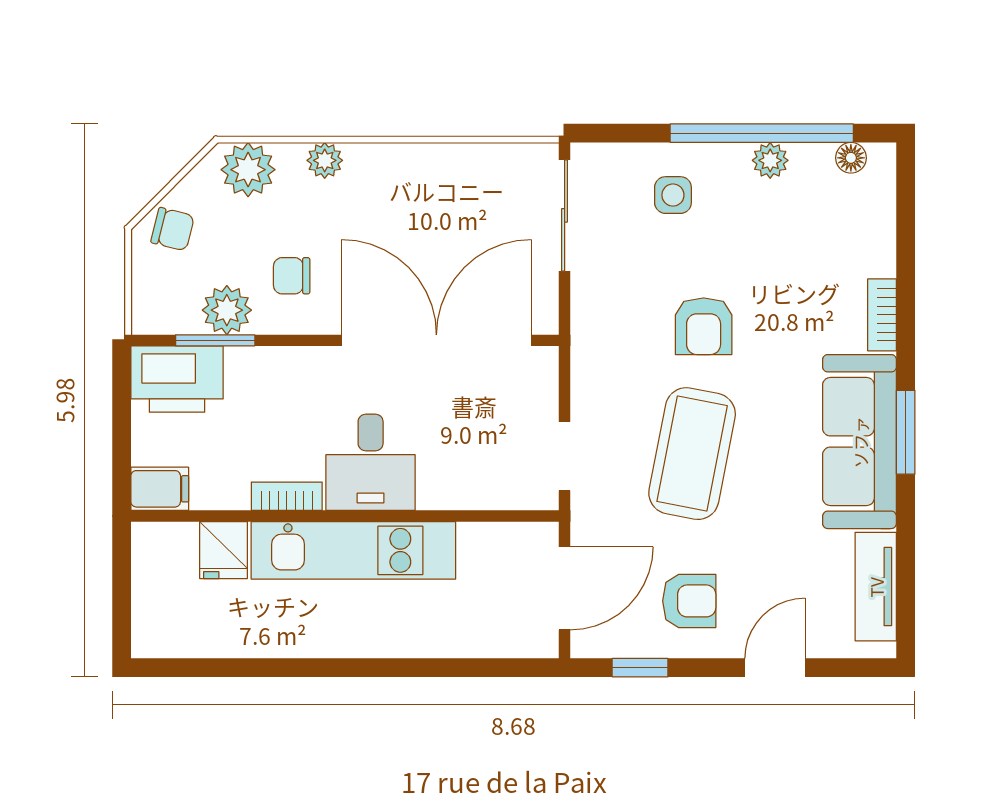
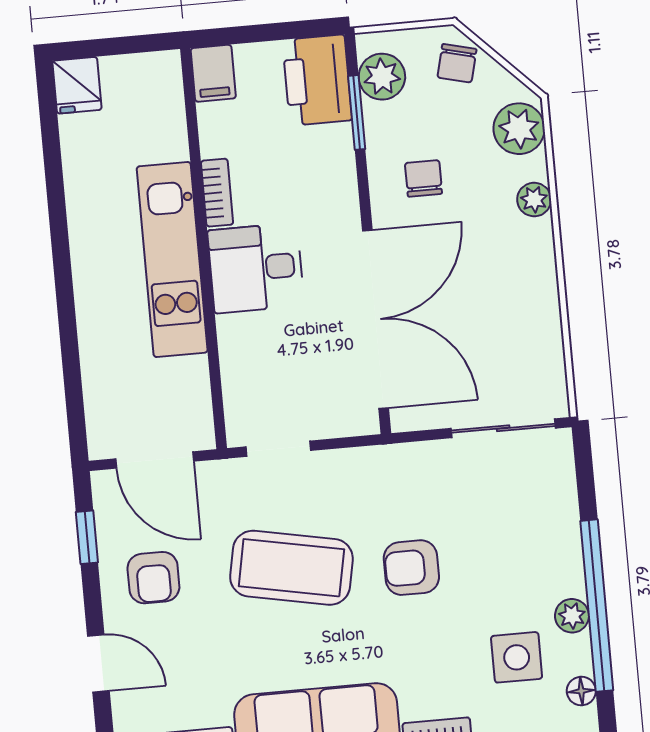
side table: (673, 195) -> (517, 657), moved, width x1.37, depth x1.37
plant: (227, 310) -> (382, 77), moved
fridge: (224, 550) -> (77, 85), moved, turned -90

